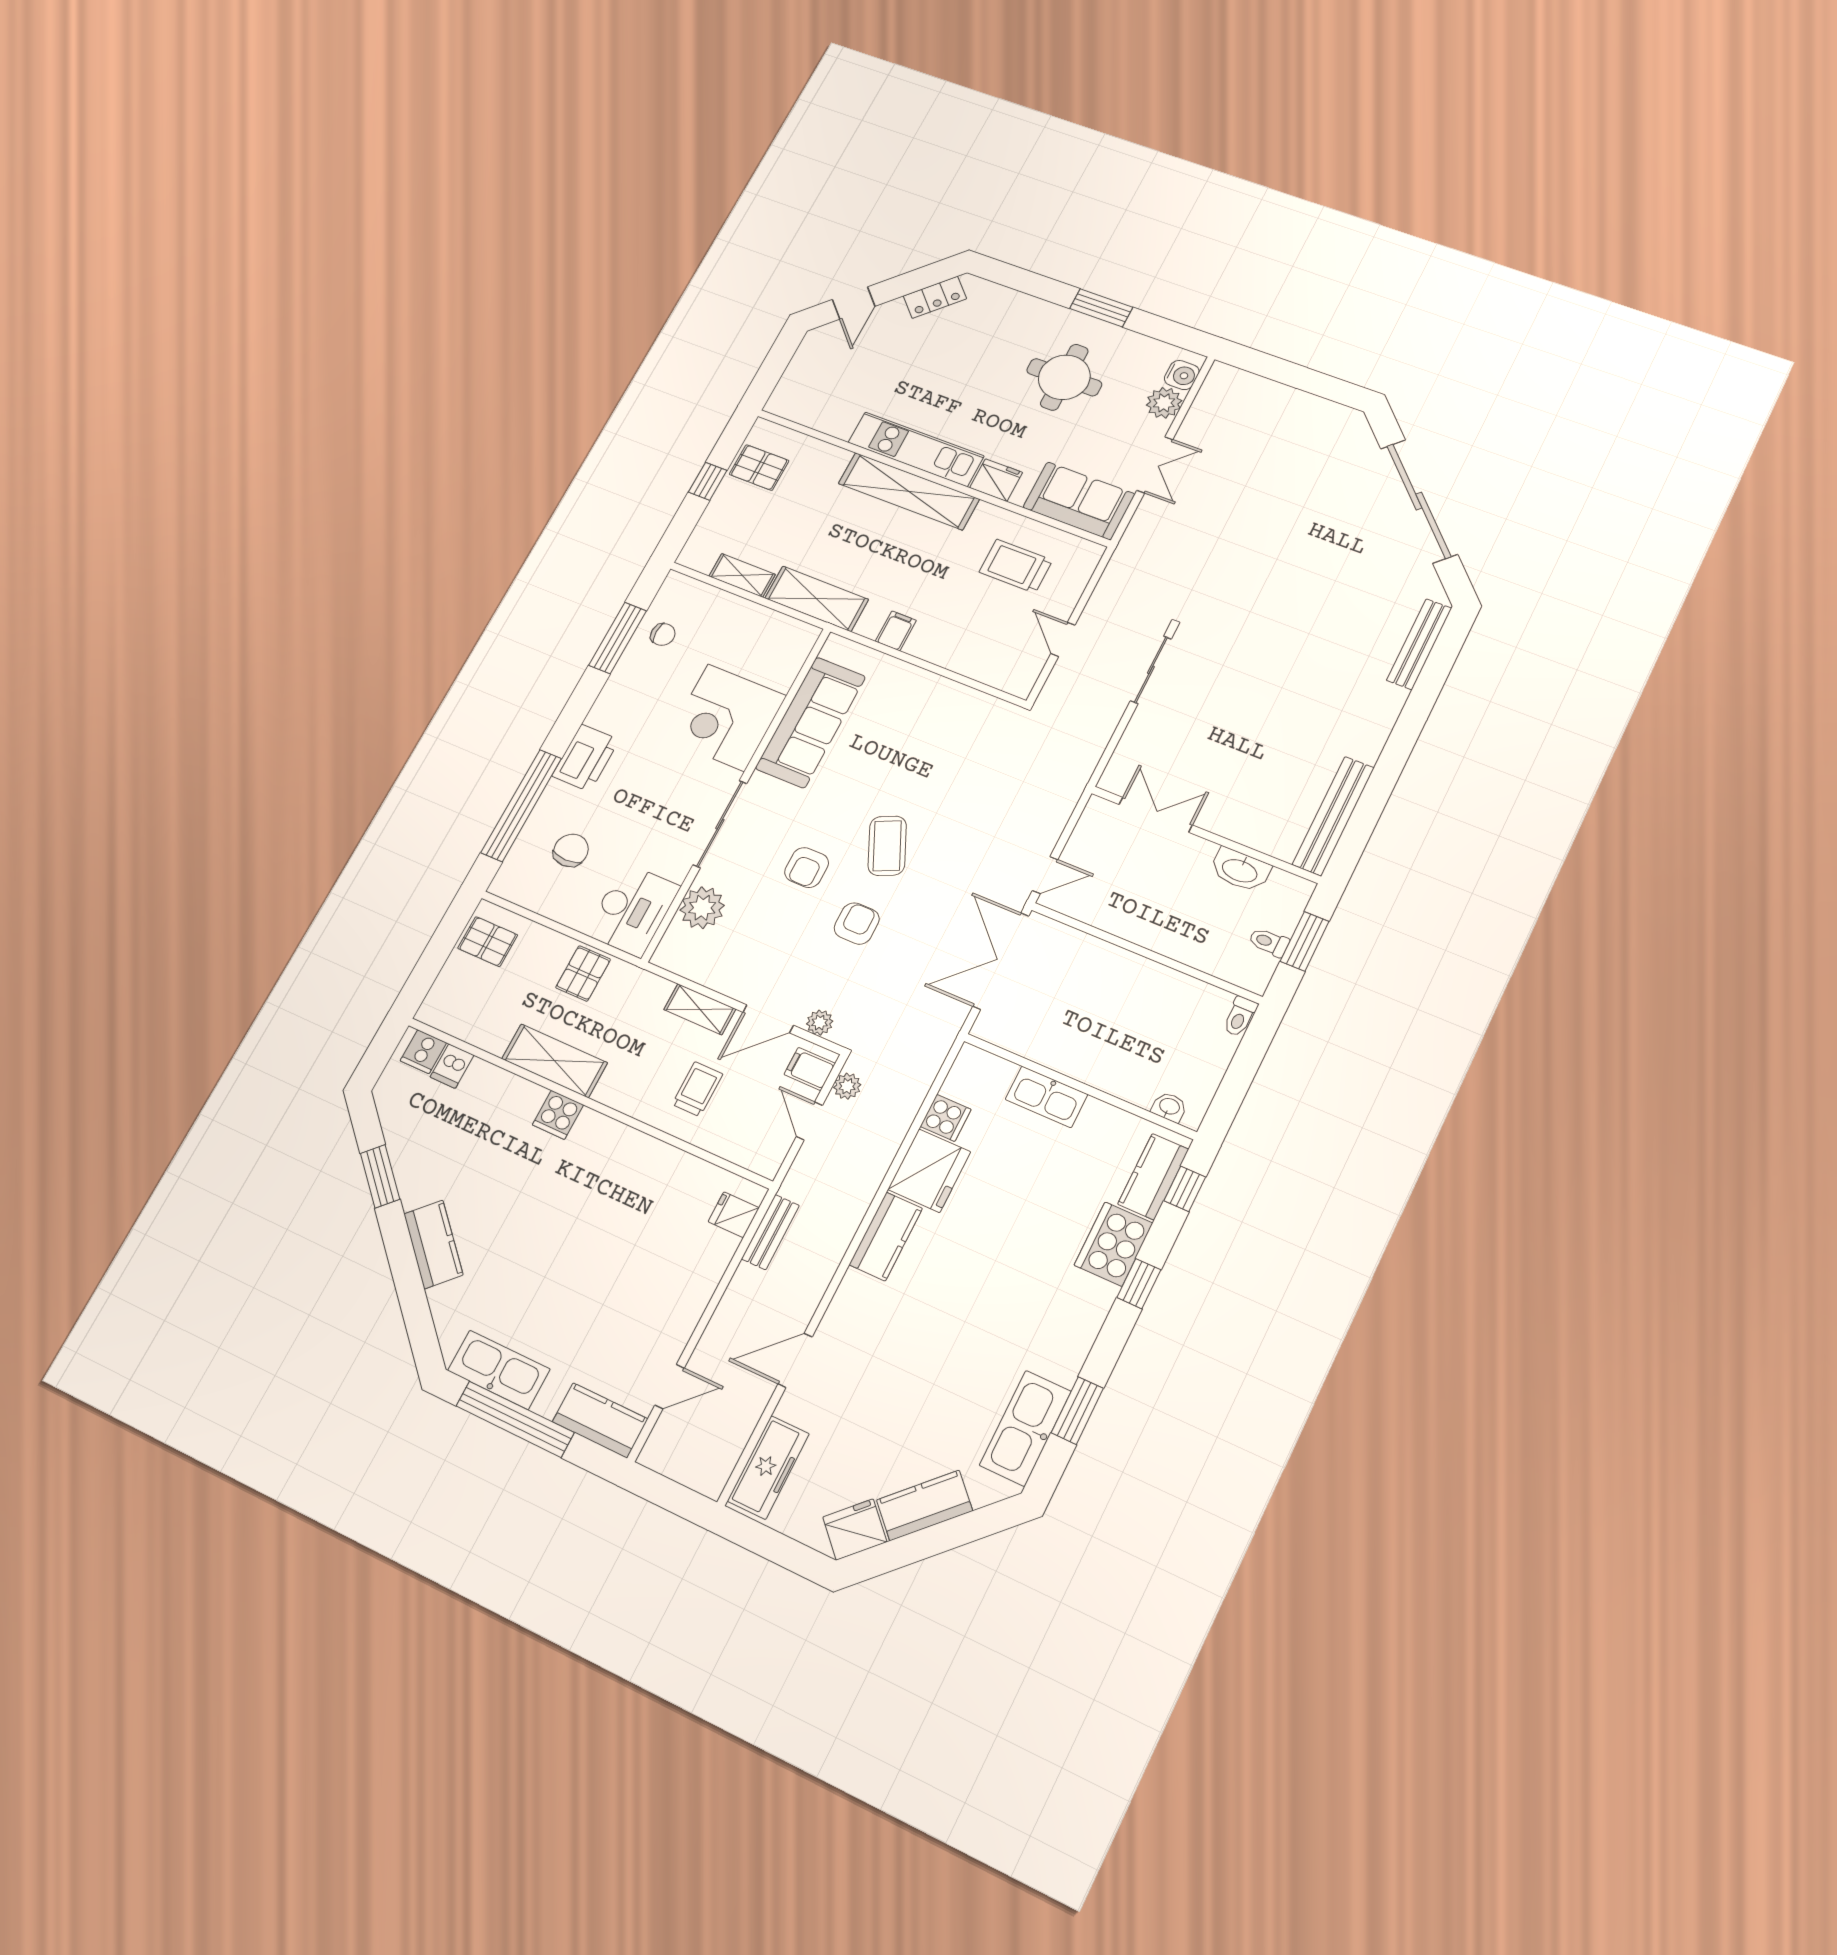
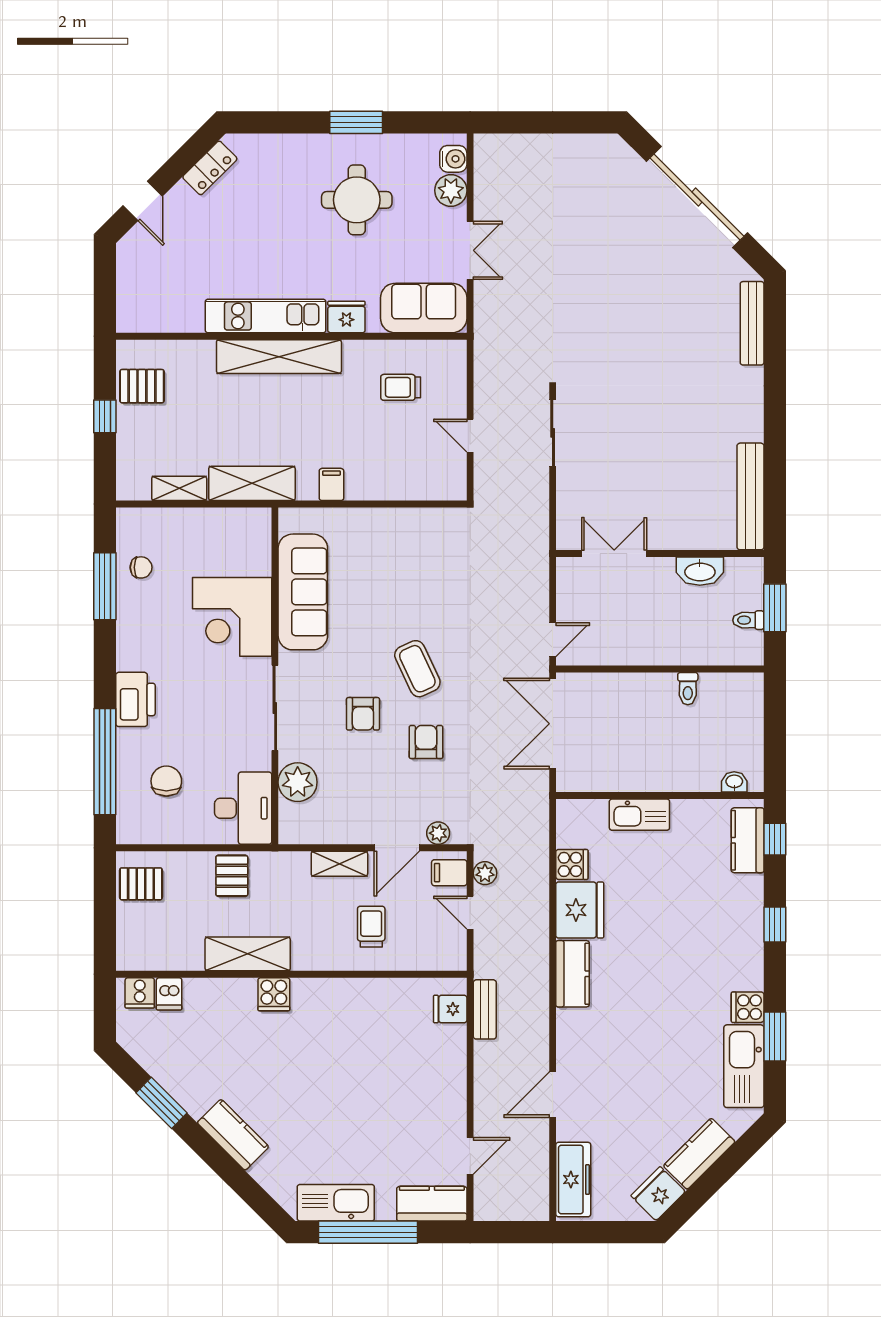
trolley: (1016, 566) -> (401, 387), width x0.73, depth x0.72
toilet: (1240, 1017) -> (688, 689), moved
cooker: (1114, 1244) -> (748, 1007), moved, width x0.53, depth x0.76

